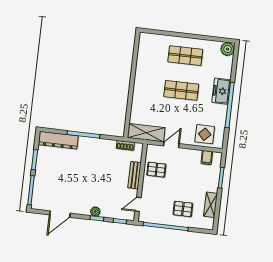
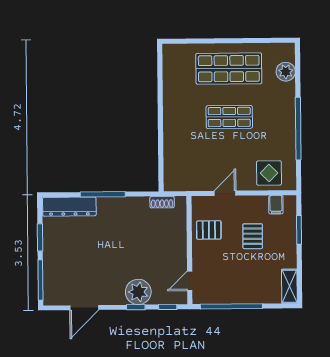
plant: (228, 49) -> (286, 72), moved
shop shelf: (185, 56) -> (229, 69), width x1.43, depth x1.36
freezer: (221, 91) -> (284, 111), removed
shelving: (146, 133) -> (189, 181), removed
bench: (134, 175) -> (180, 241), removed
shelving: (211, 205) -> (289, 286), moved
pallet: (183, 209) -> (253, 236), moved, turned 90
plant: (95, 211) -> (138, 292), width x1.87, depth x1.87

